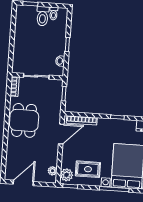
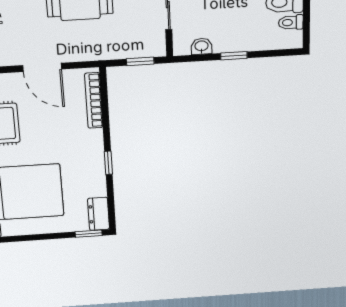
door: (61, 134) -> (42, 67), moved

